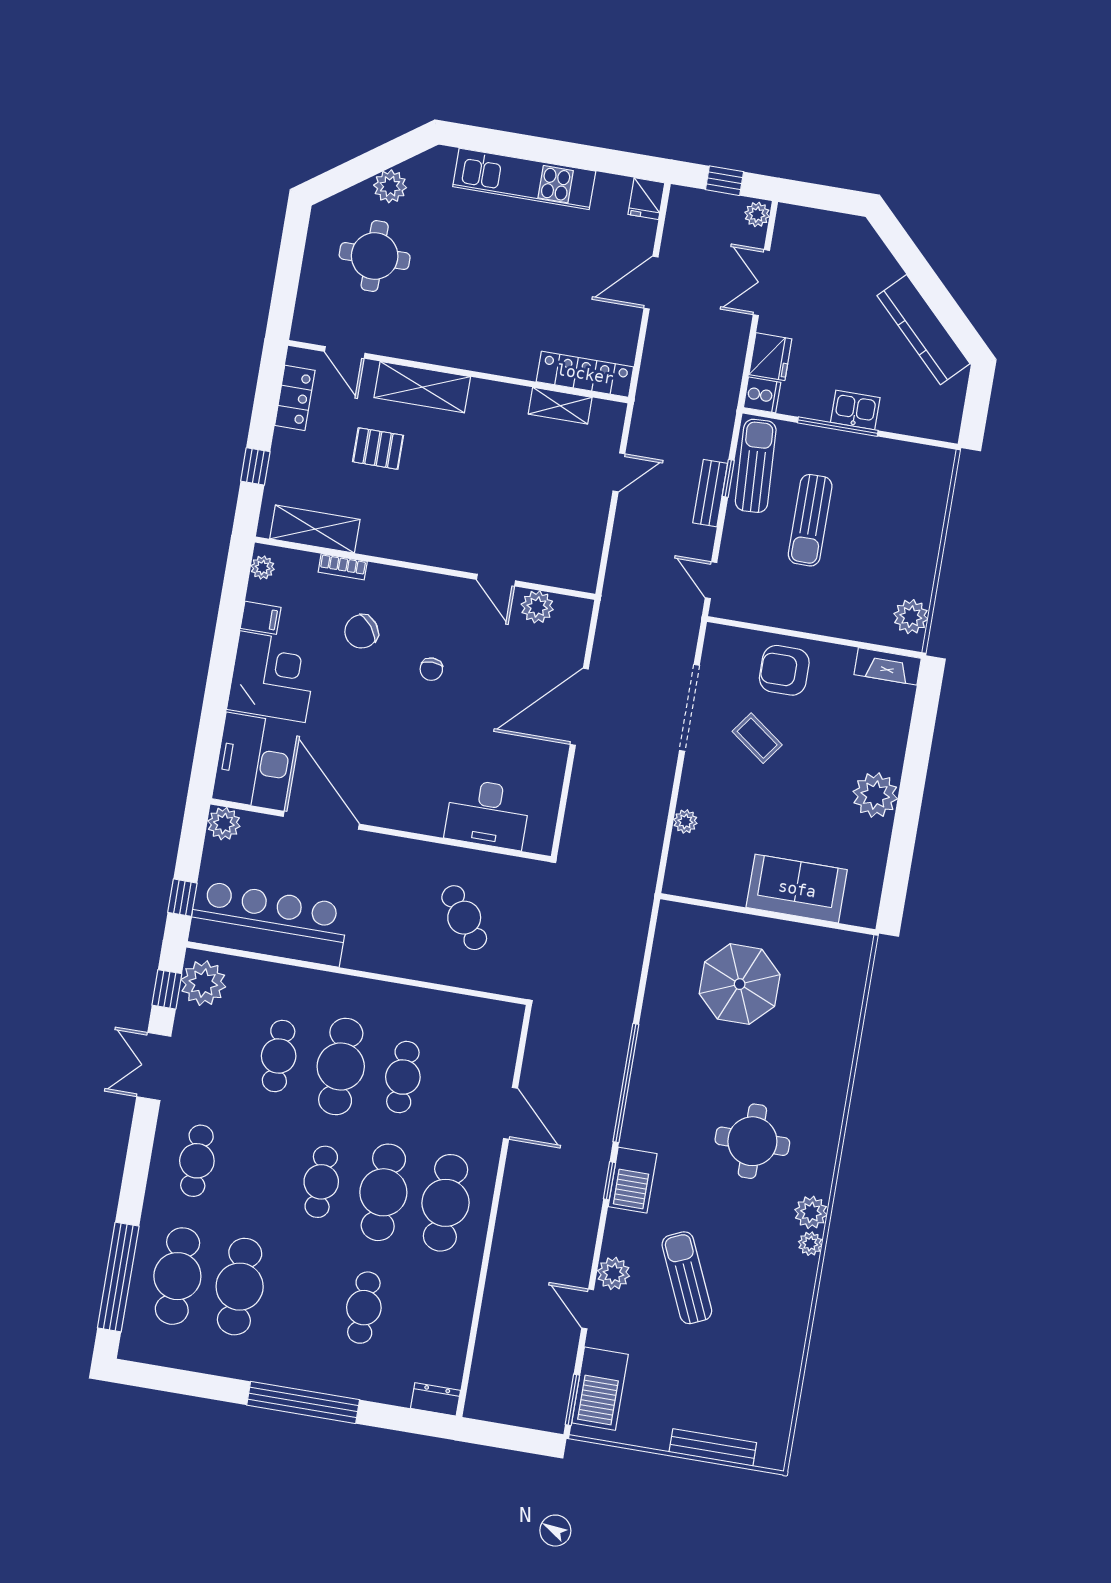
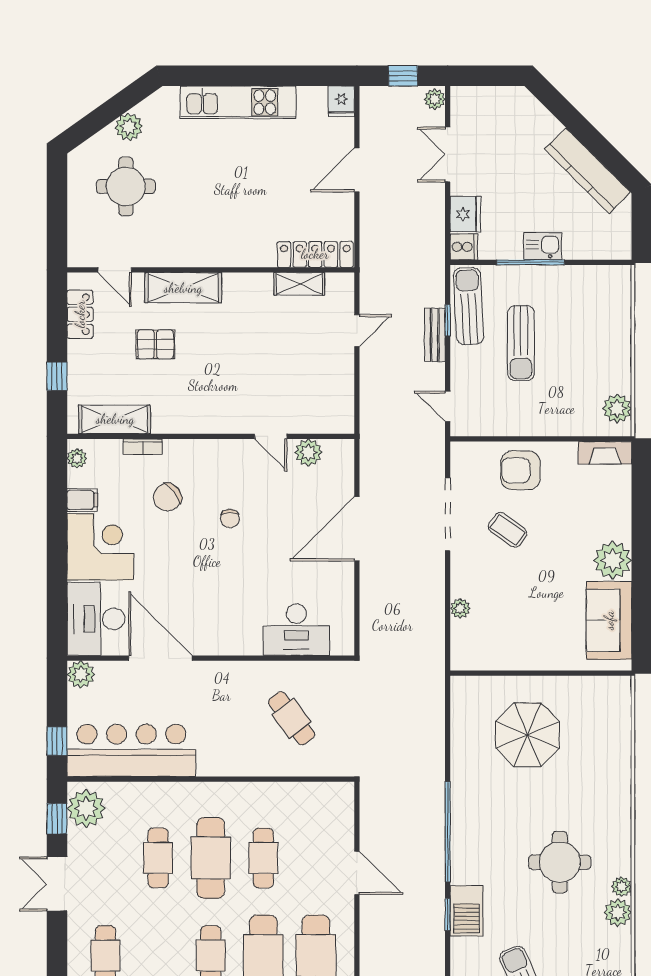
sofa: (797, 889) -> (609, 620), moved, turned -90
plant: (810, 1244) -> (622, 887), moved

